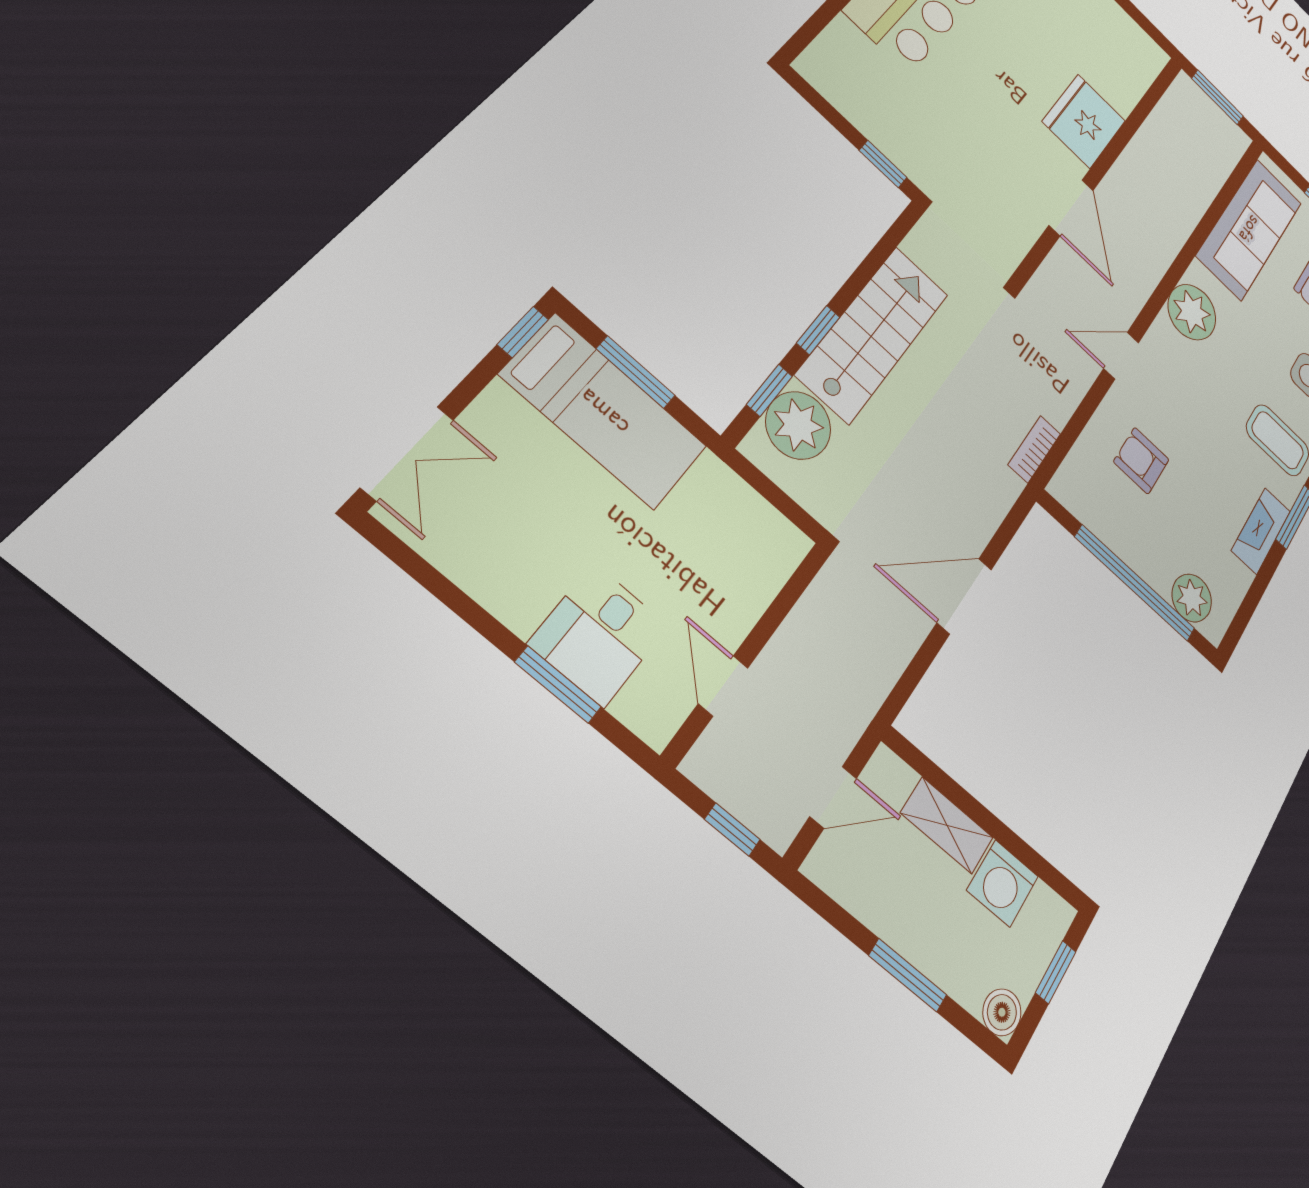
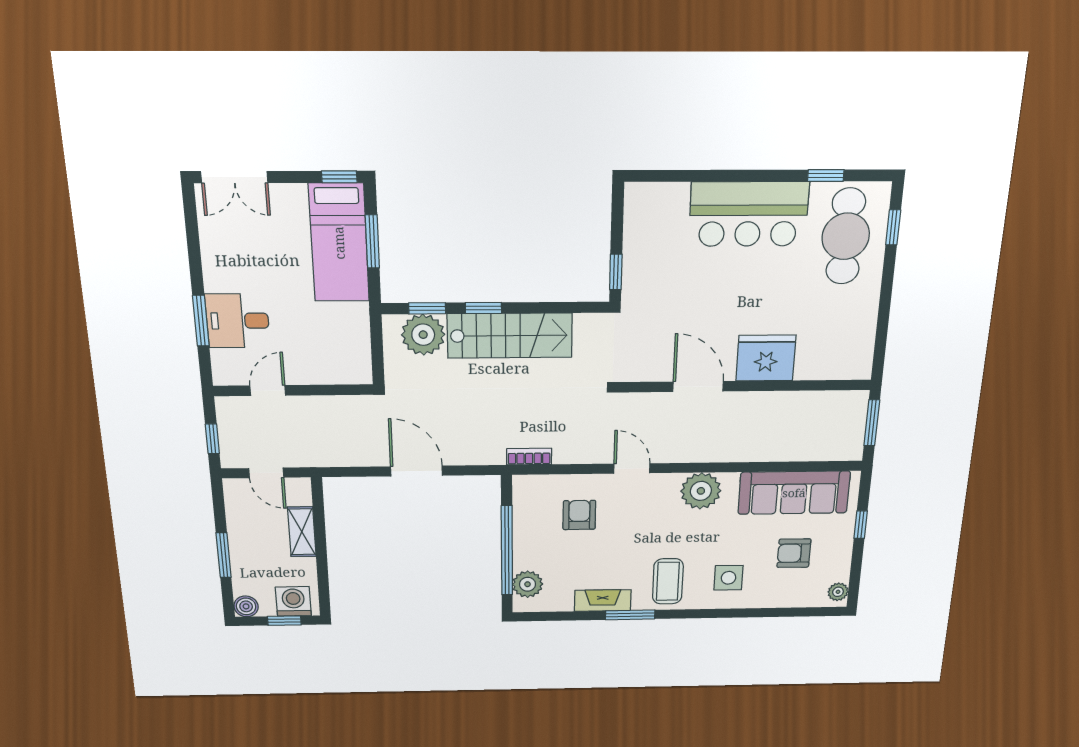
door: (1071, 208) -> (698, 386), swing flipped
washing machine: (1003, 883) -> (293, 601), moved, turned 90

